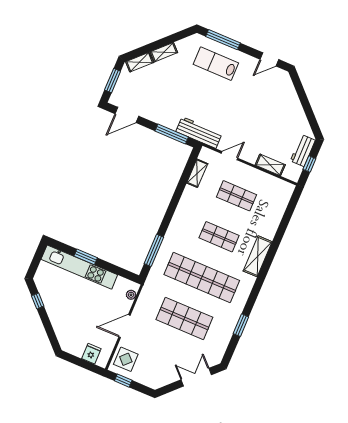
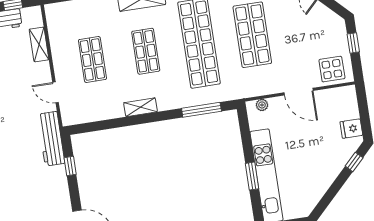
window: (172, 134) -> (70, 166), width x0.46
shelving: (197, 173) -> (141, 107), moved
window: (38, 301) -> (354, 162), moved
fridge: (91, 354) -> (351, 129), moved
window: (123, 381) -> (353, 43), moved

